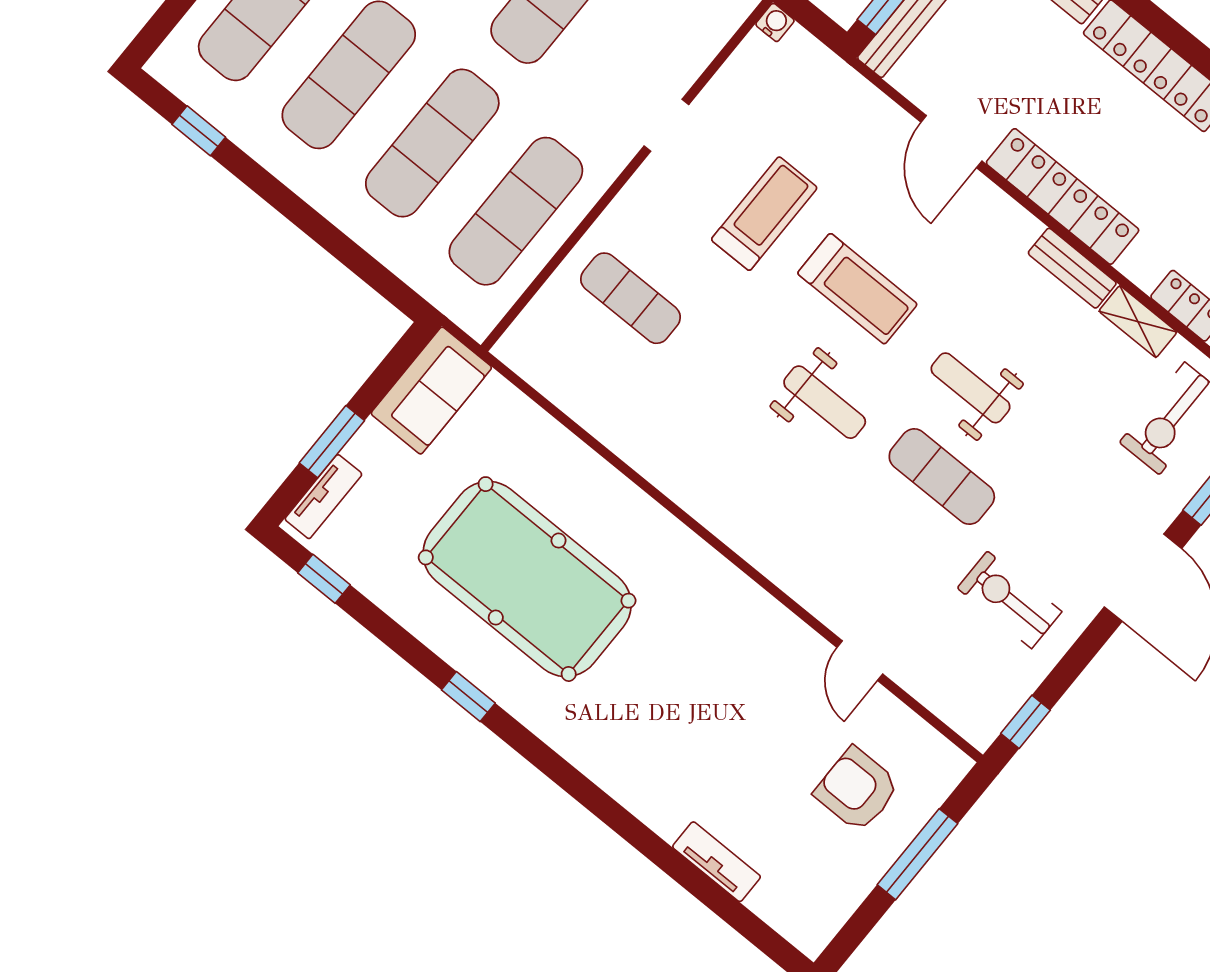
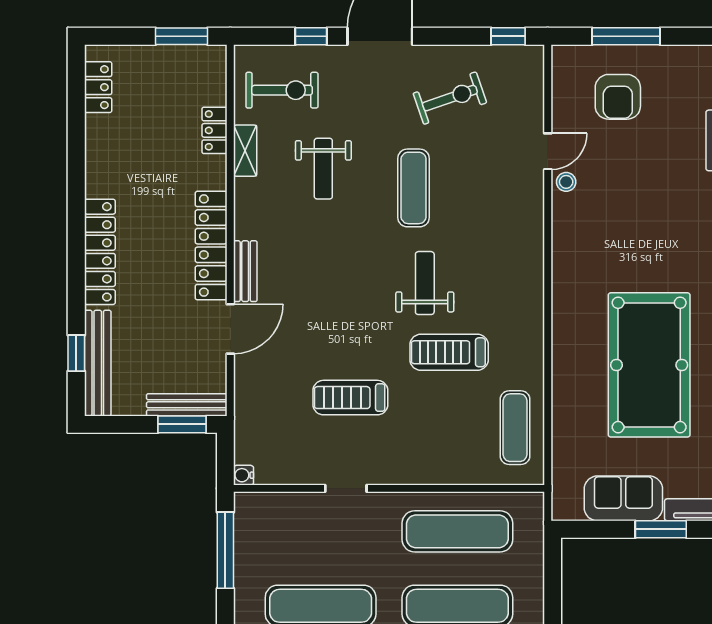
bench: (1072, 268) -> (245, 271), moved
treadmill: (857, 289) -> (449, 352), moved, turned -90
exercise mat: (631, 298) -> (515, 428), moved
weight bench: (971, 388) -> (323, 169), moved
sofa: (431, 390) -> (623, 498), moved
exercise bike: (1009, 600) -> (450, 98), turned -109
stool: (809, 653) -> (566, 182), added

